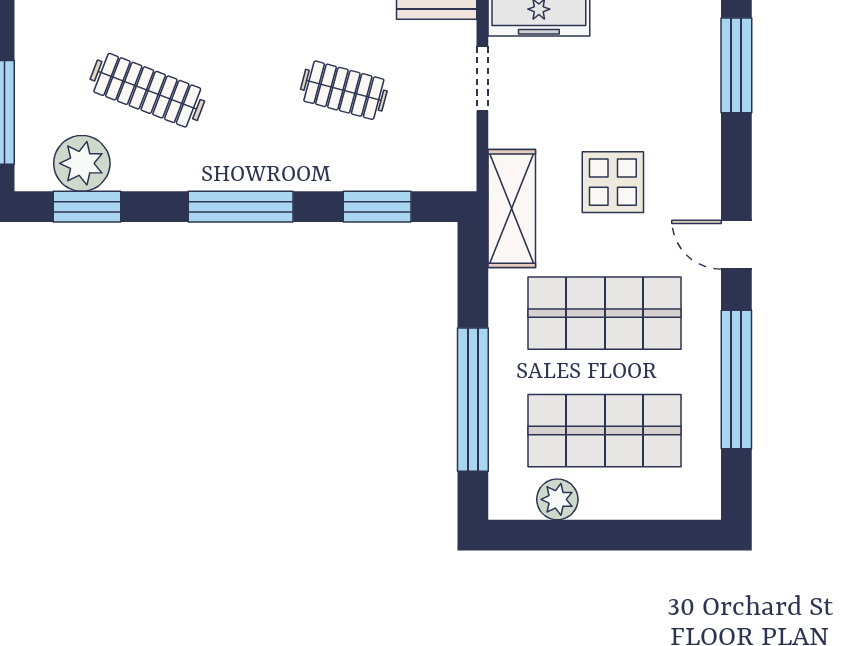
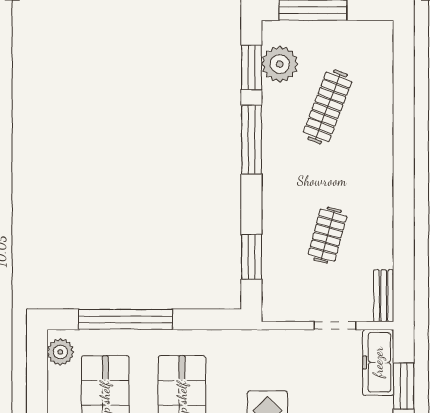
window: (241, 207) -> (251, 140), moved
shelving: (512, 209) -> (250, 345), removed
plant: (557, 499) -> (60, 352), moved

